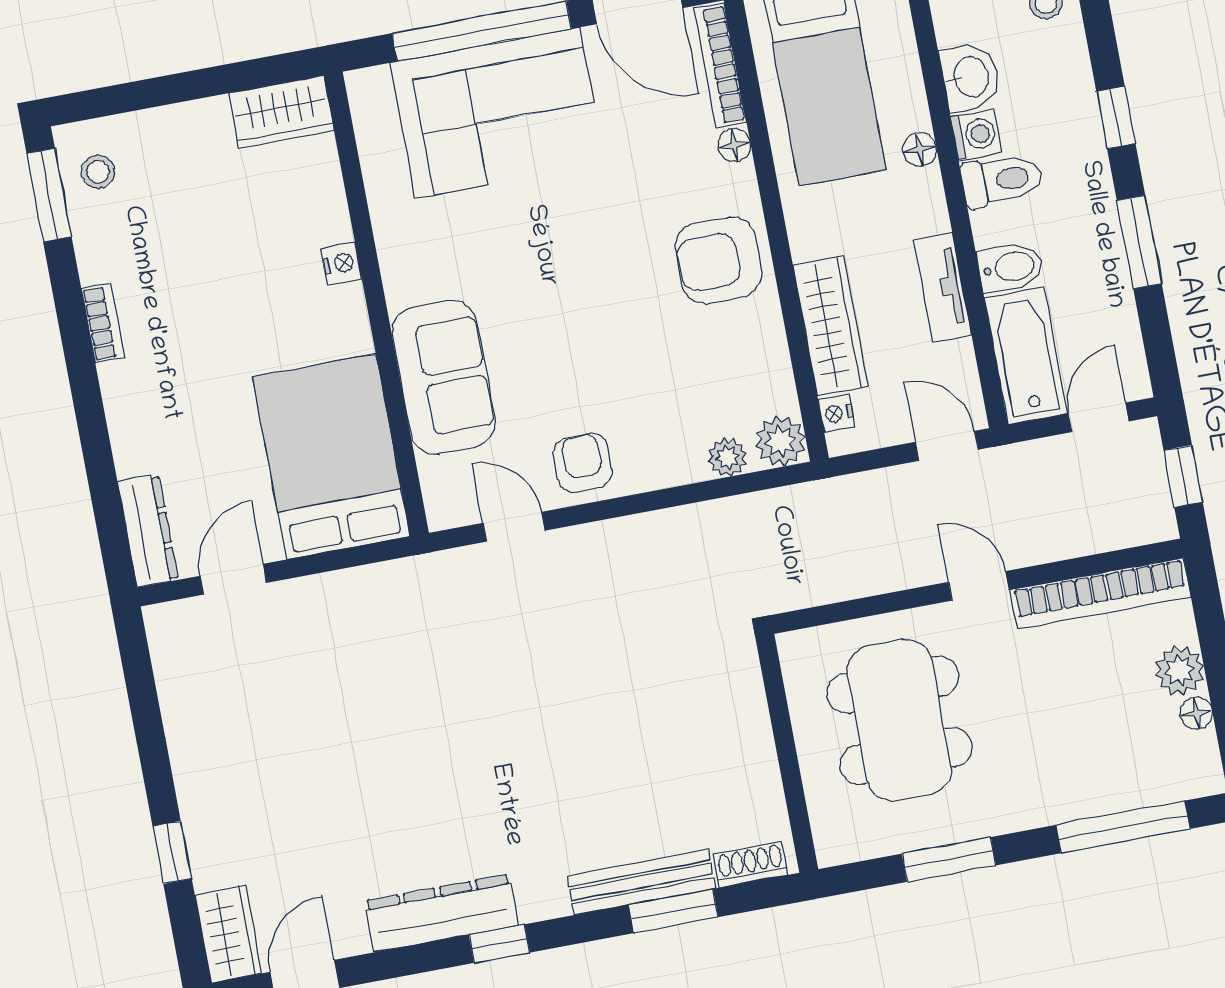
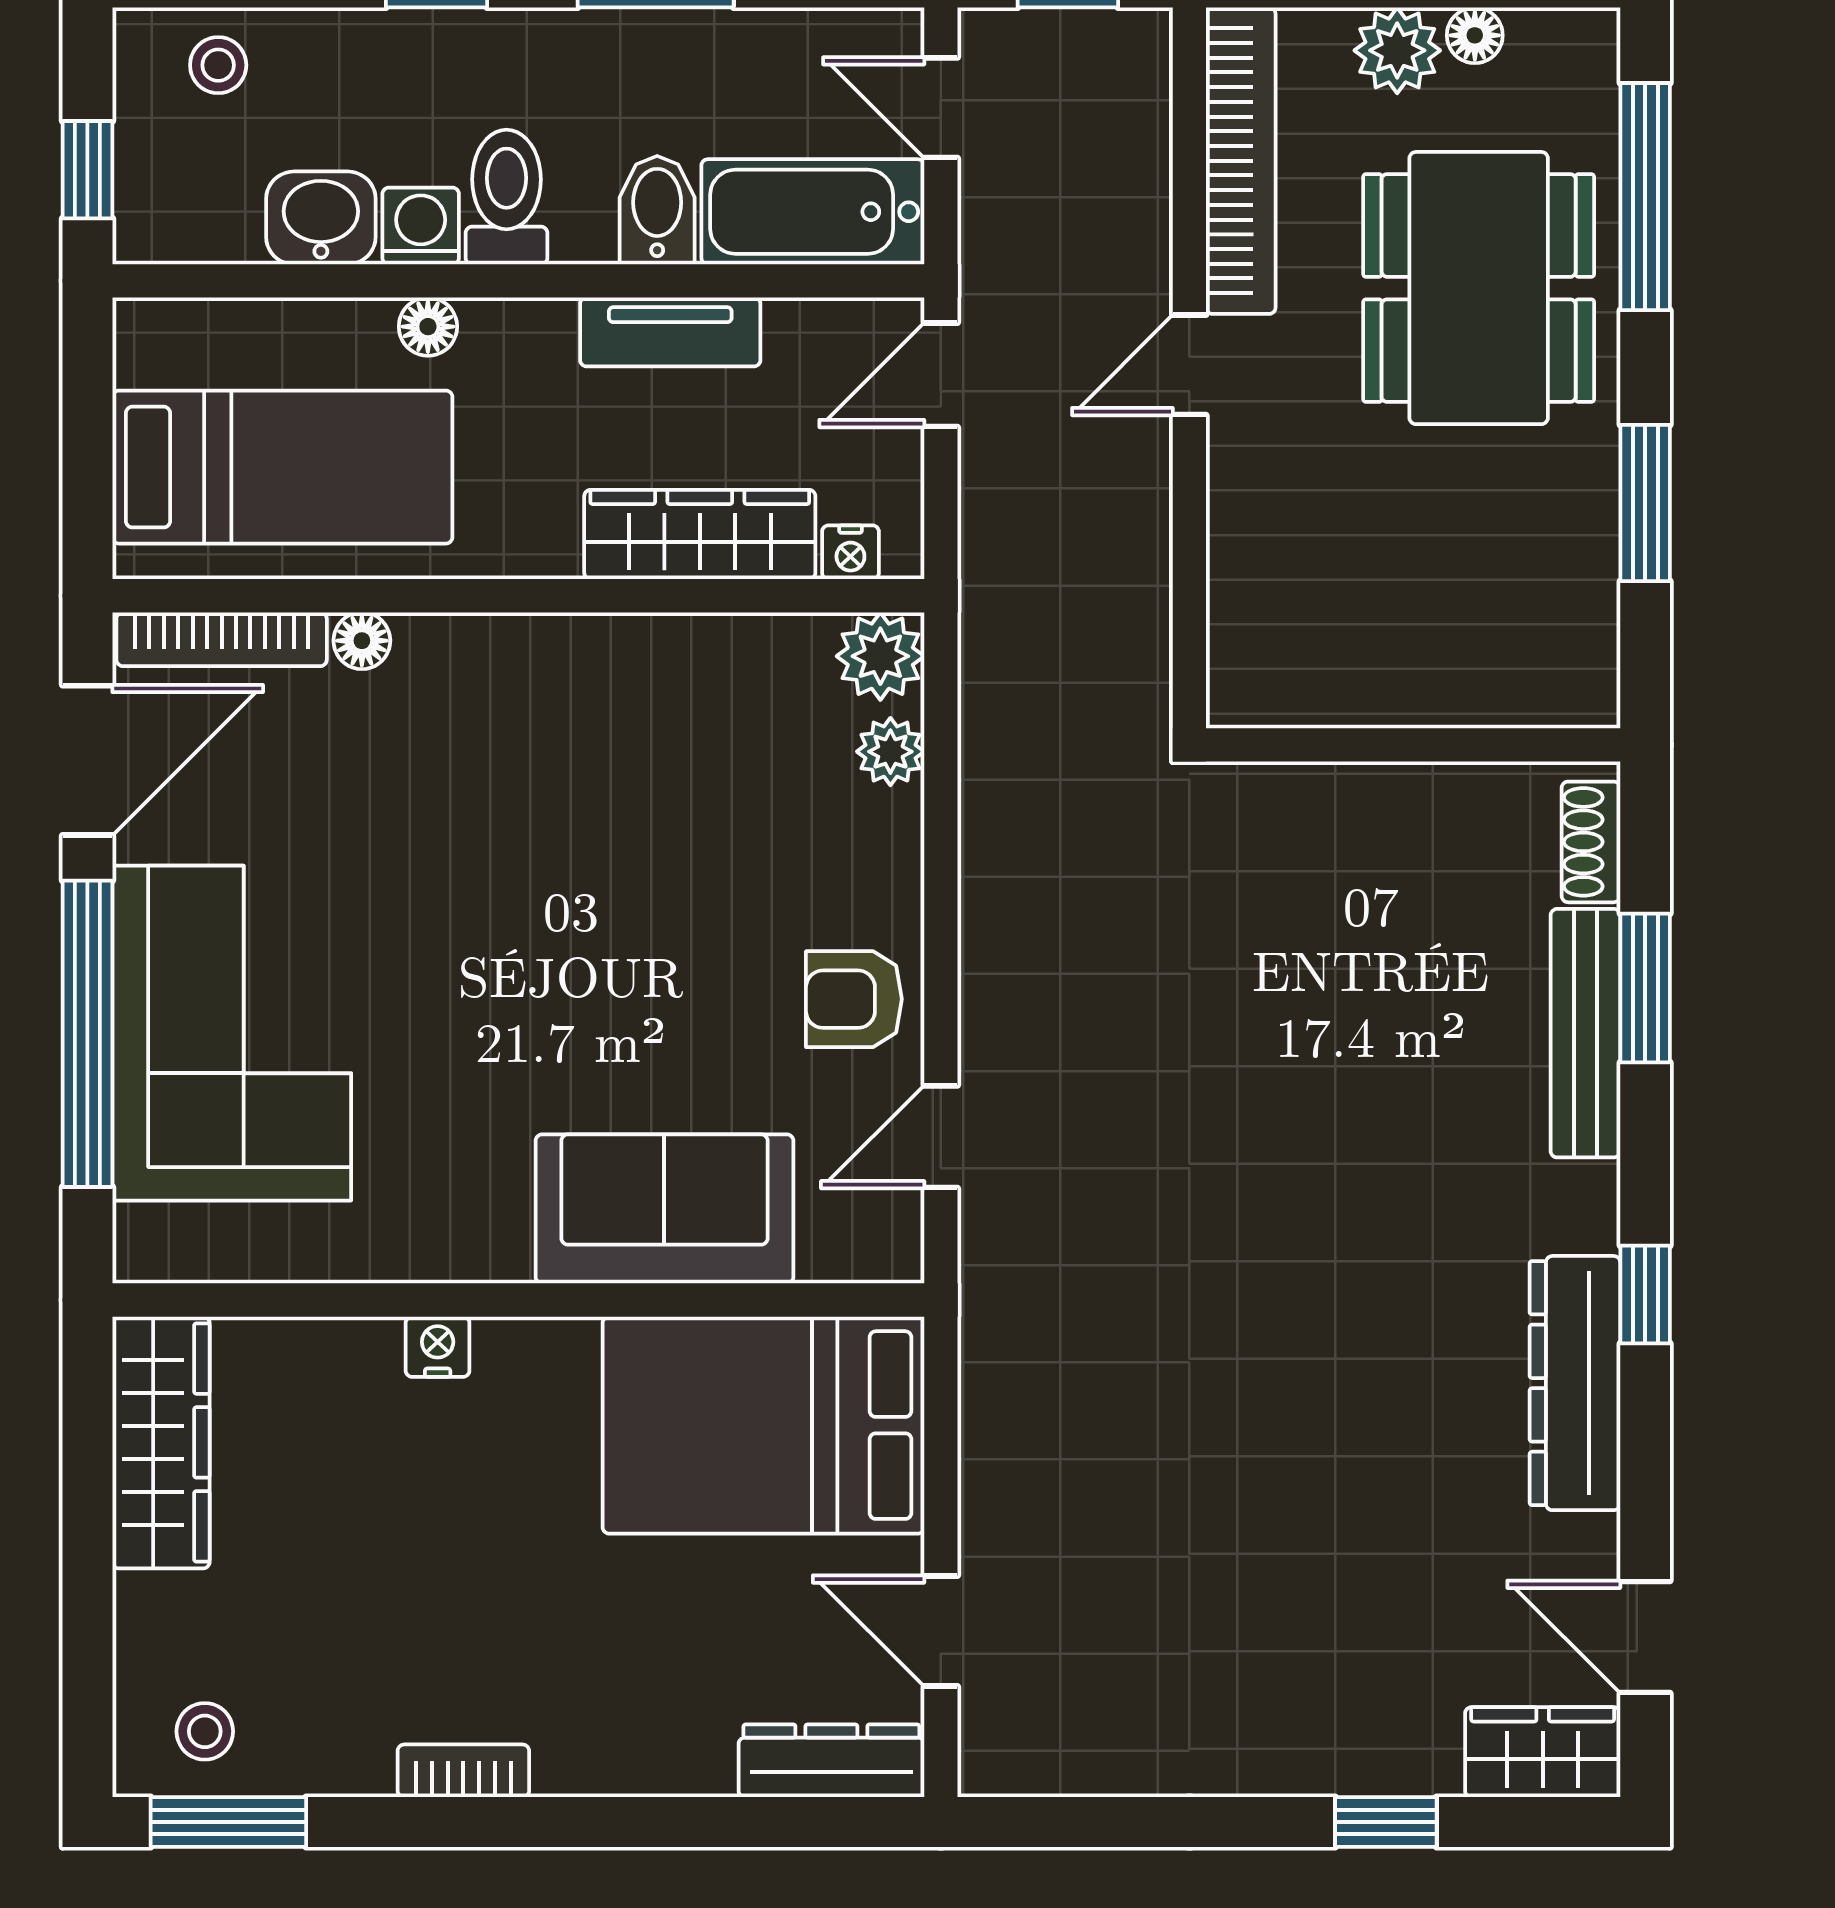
wardrobe: (281, 112) -> (161, 1442), width x1.50
armchair: (718, 260) -> (553, 704), removed
dining table: (899, 720) -> (1479, 288), moved, turned 90

